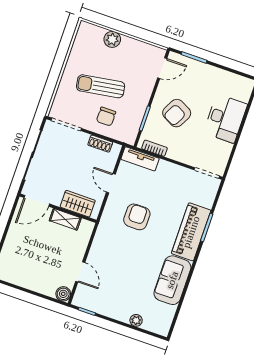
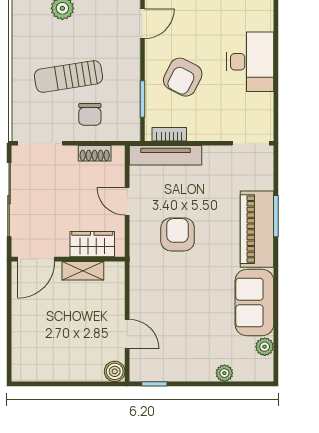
tv unit: (140, 159) -> (165, 155), width x1.41
plant: (169, 312) -> (265, 347), added

